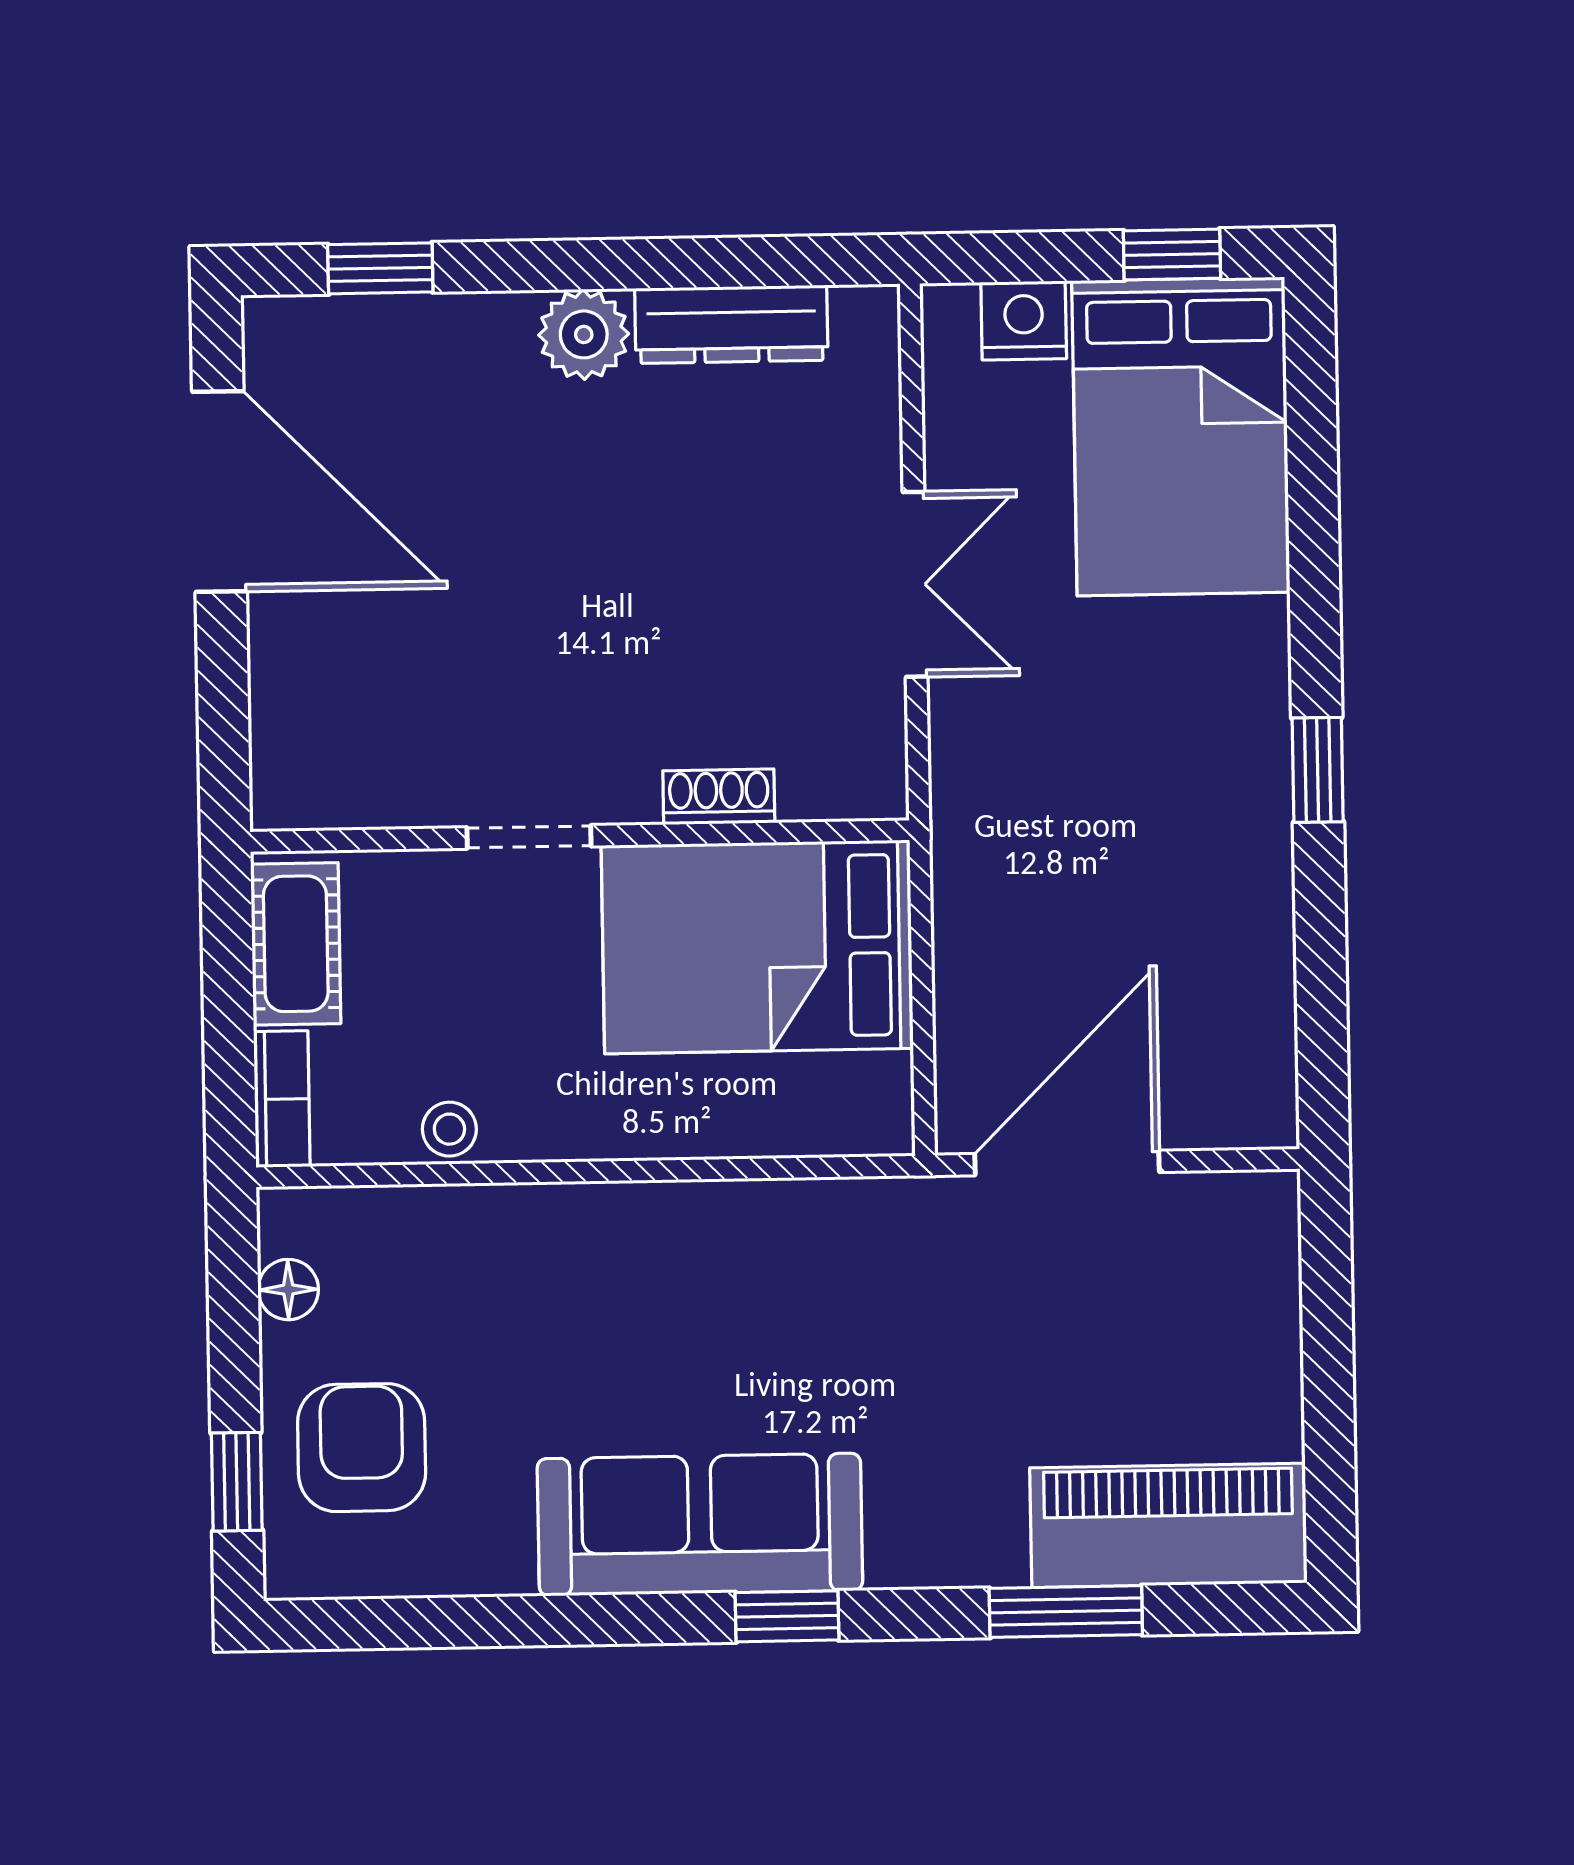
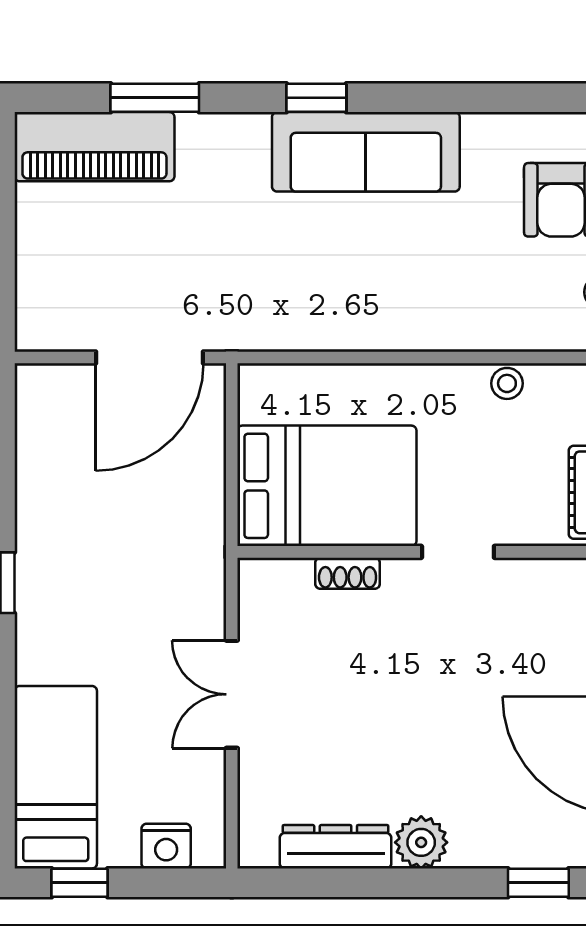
bed: (1181, 437) -> (56, 777), width x0.67

